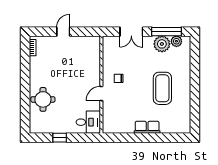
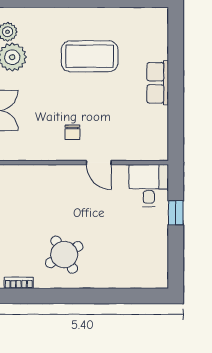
round table: (43, 99) -> (64, 255), moved, turned -31
window: (60, 138) -> (176, 213), moved

